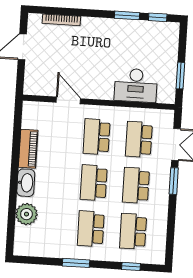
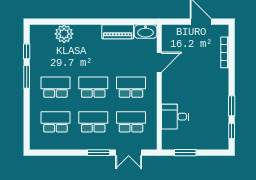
desk: (136, 85) -> (175, 117), width x0.73
washbasin: (26, 183) -> (146, 32), moved
window: (131, 266) -> (27, 51), moved

